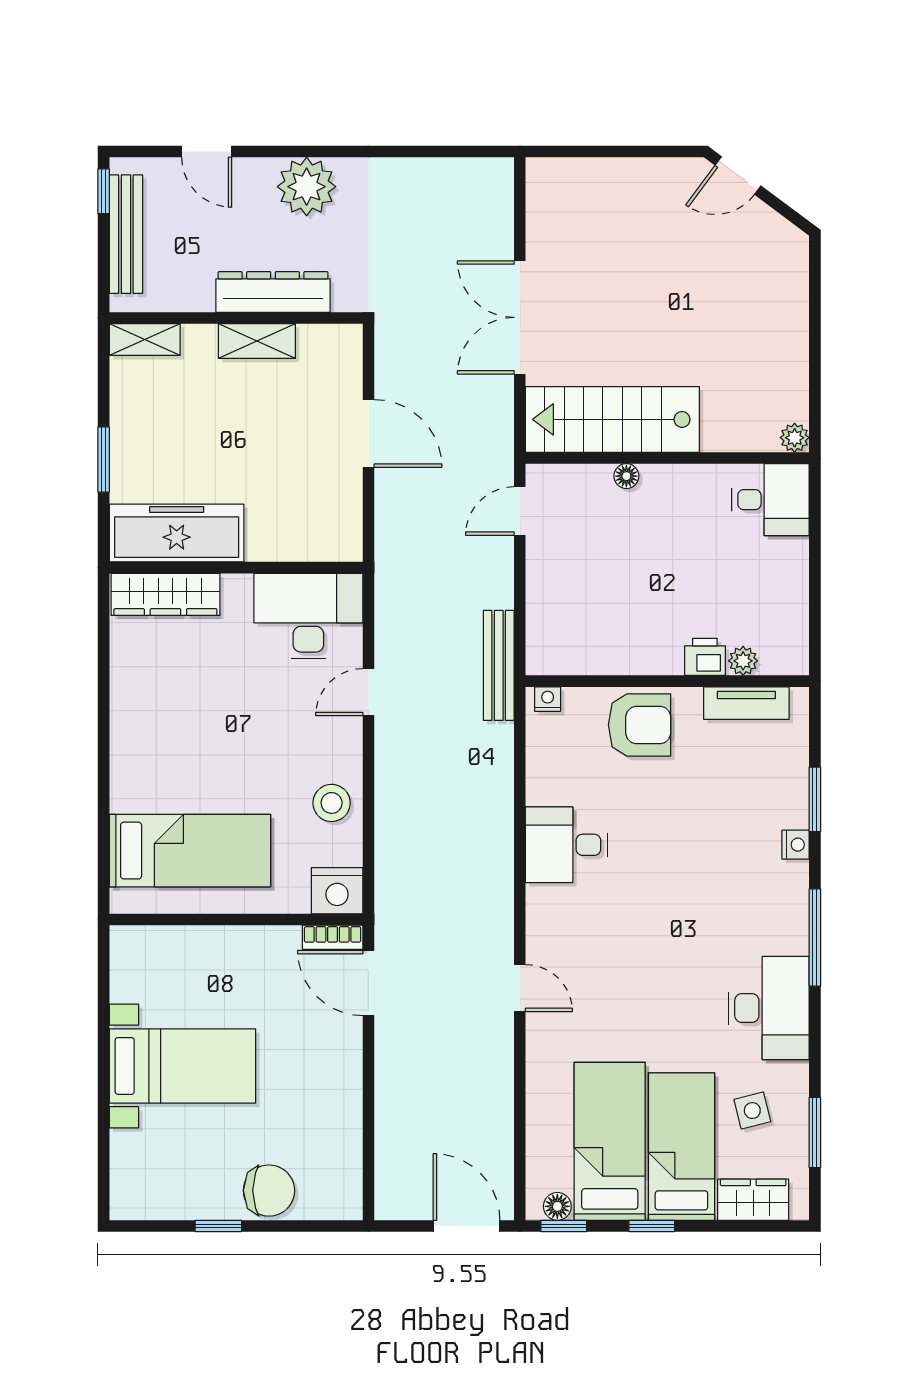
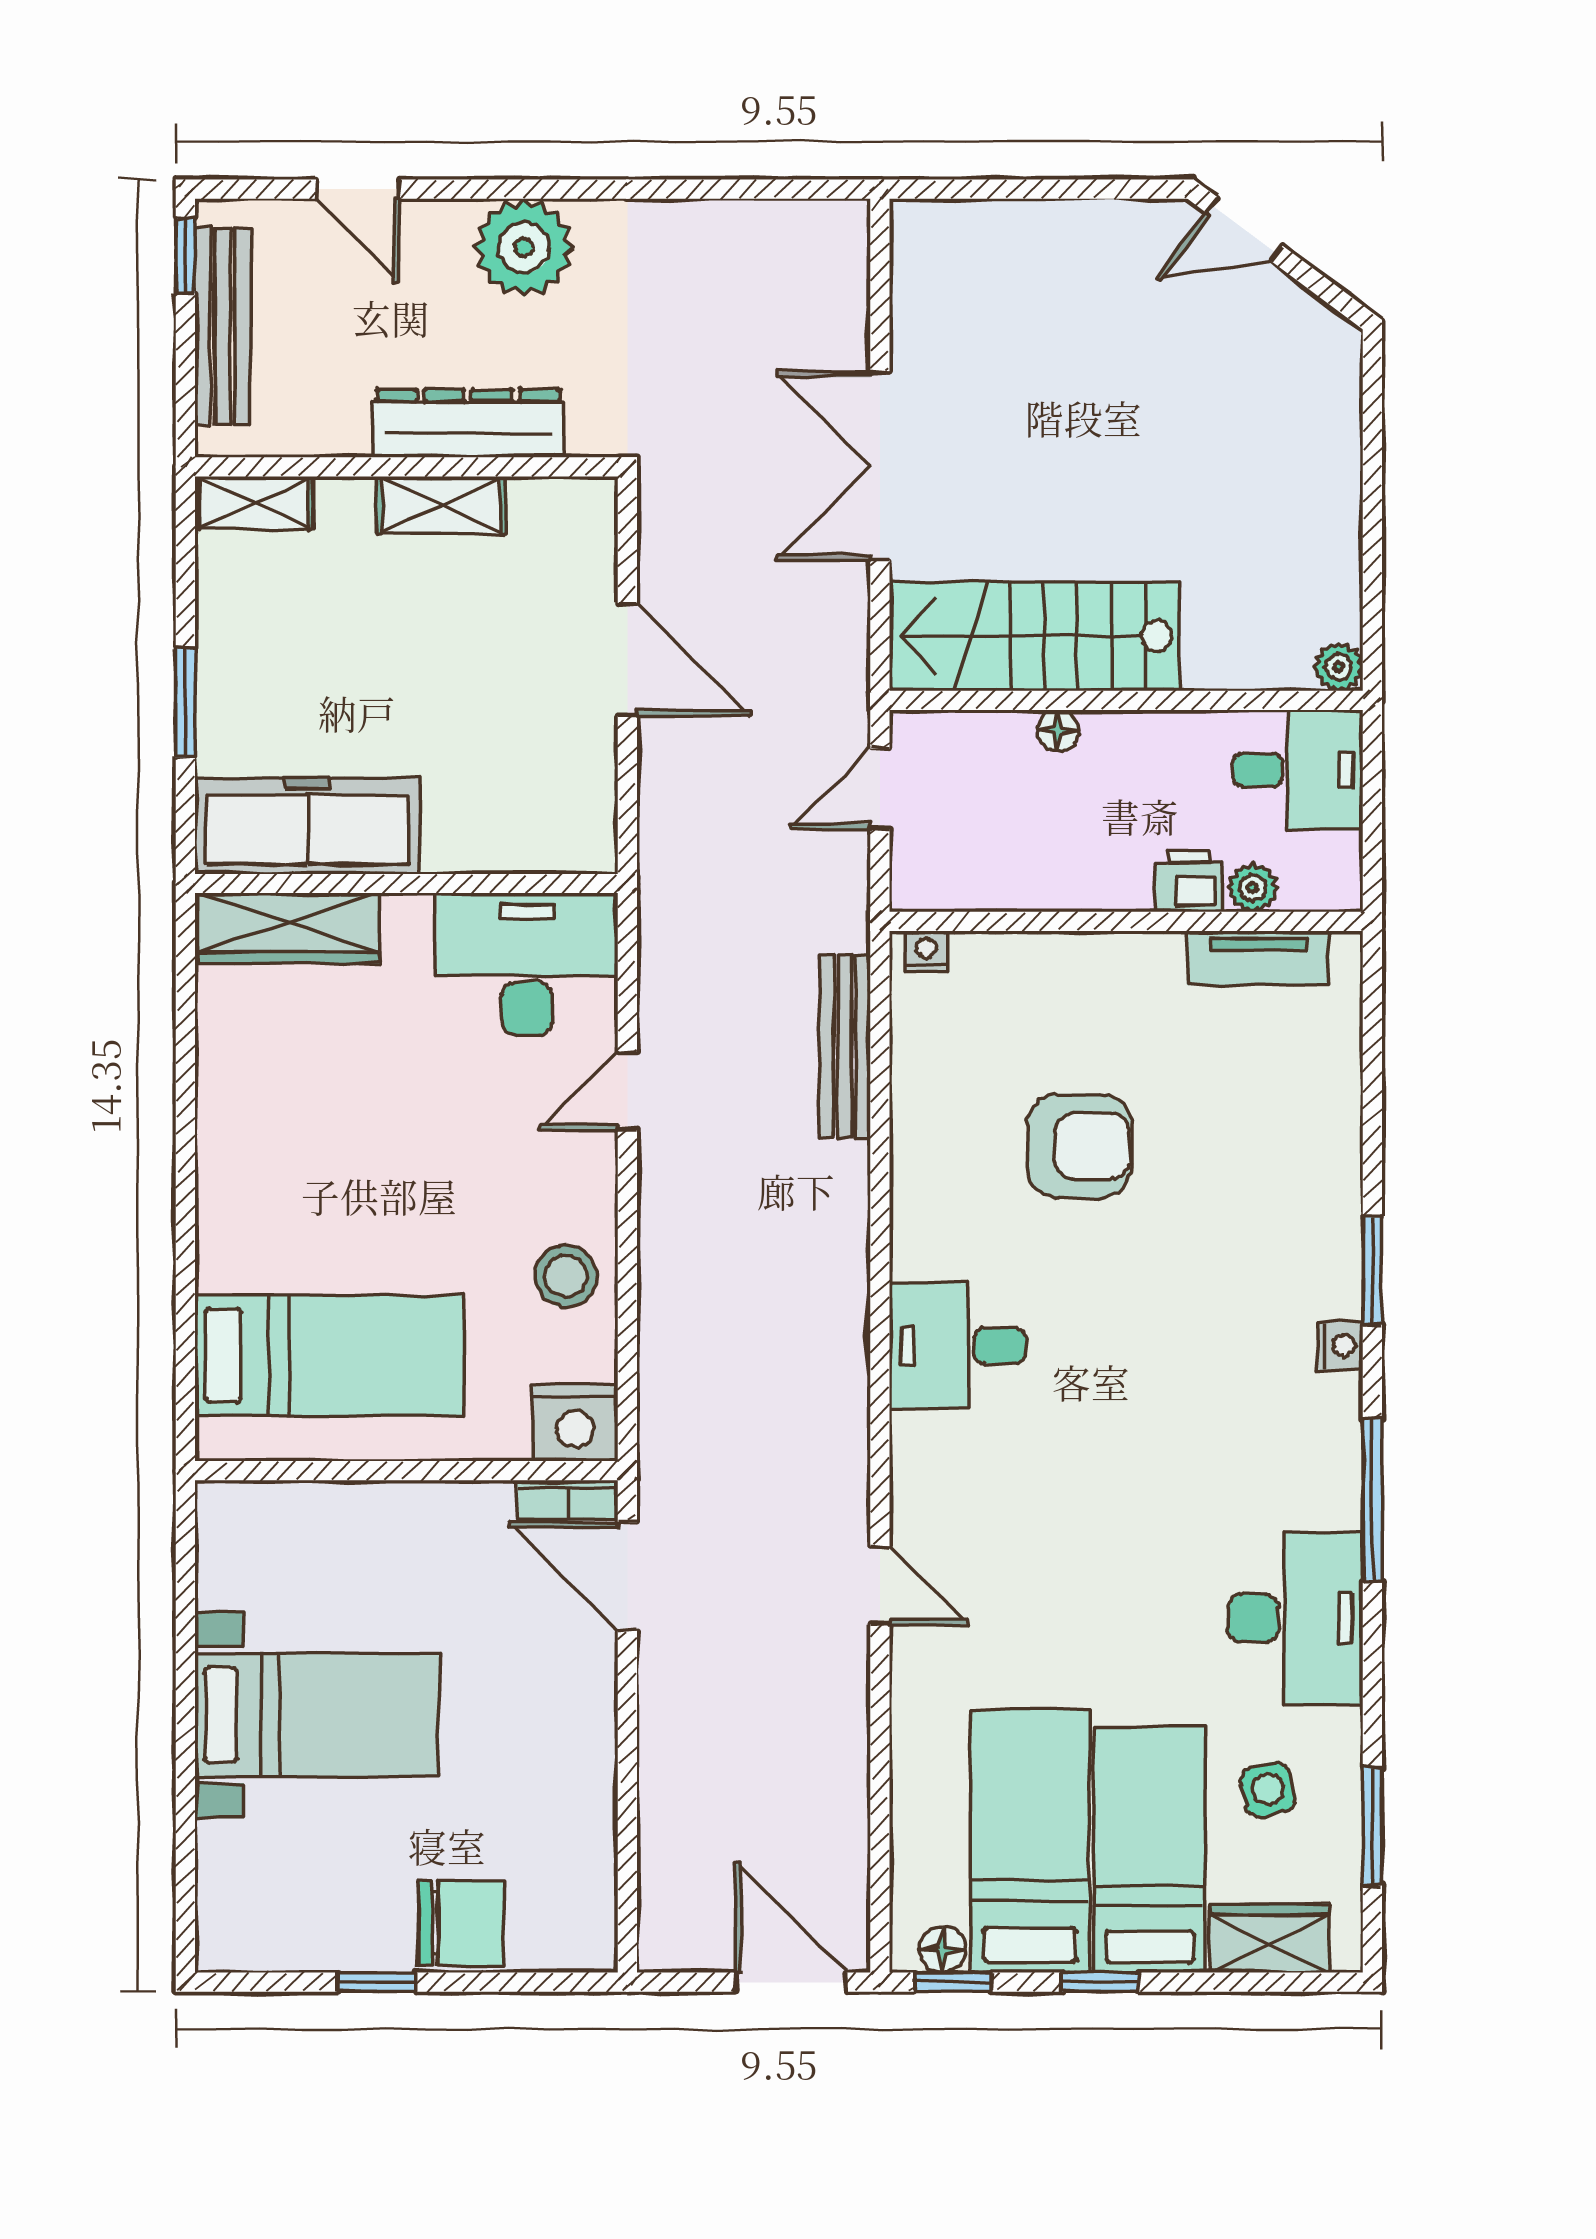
printer: (705, 657) -> (1189, 881), moved
plant: (743, 661) -> (1252, 888), moved
wall: (667, 681) -> (1126, 921), moved
nightstand: (548, 699) -> (926, 951), moved
tv unit: (746, 703) -> (1258, 958), moved

